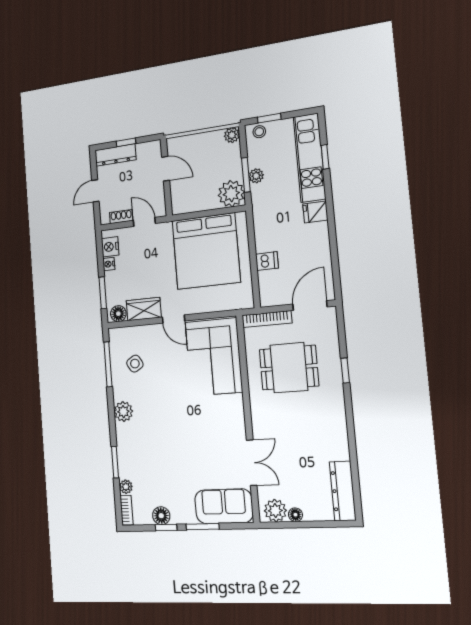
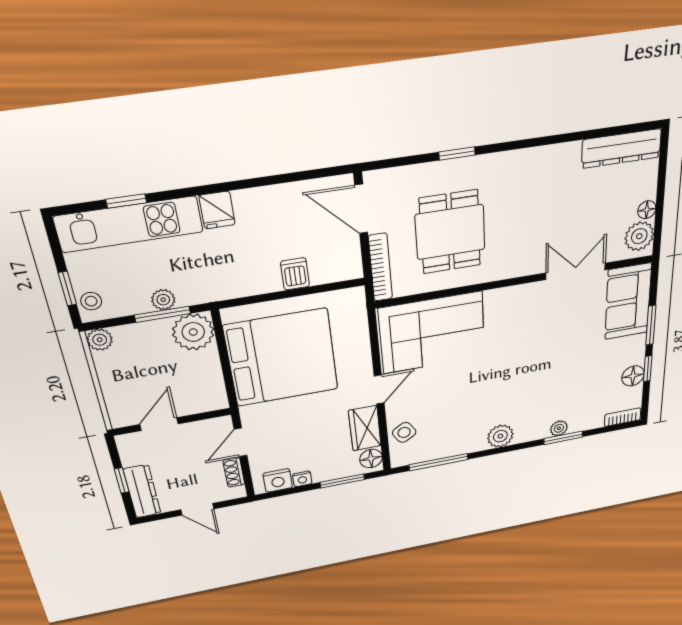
side table: (135, 364) -> (404, 432), moved
plant: (126, 487) -> (559, 428), moved

